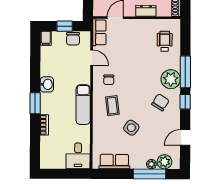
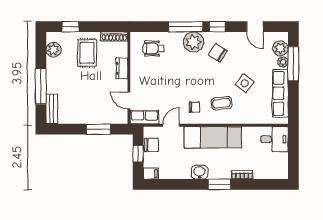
exam couch: (83, 105) -> (213, 137), width x1.36, depth x1.45
row of seats: (114, 162) -> (280, 93), width x1.48

